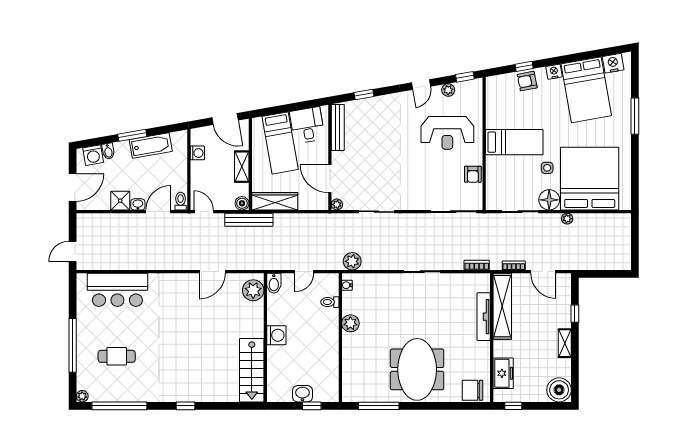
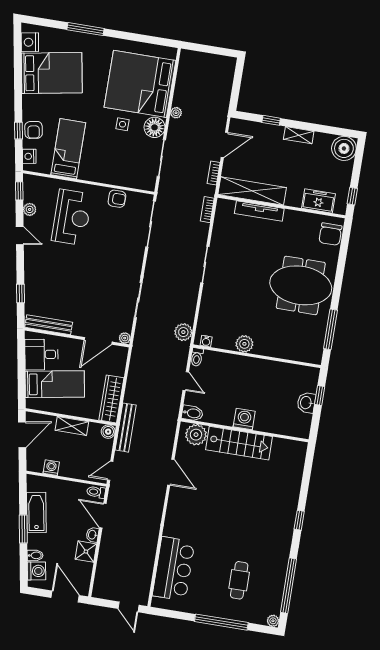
nightstand: (554, 72) -> (29, 156), moved
bed: (514, 142) -> (68, 149), moved
toilet: (330, 302) -> (197, 357), moved
stairs: (252, 370) -> (239, 443), moved

